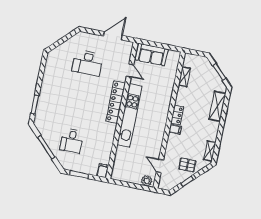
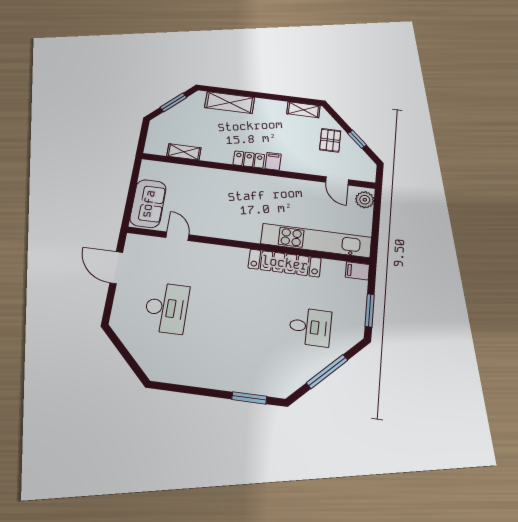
door: (130, 71) -> (177, 236), hinge flipped
locker: (116, 102) -> (285, 263), moved
kitchen unit: (130, 115) -> (316, 240), moved
door: (160, 166) -> (337, 181), hinge flipped

